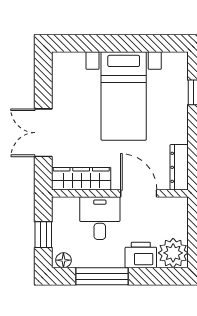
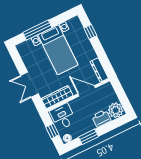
window: (104, 43) -> (37, 30), added
desk: (100, 218) -> (63, 116), moved
window: (102, 276) -> (88, 137), width x0.69

